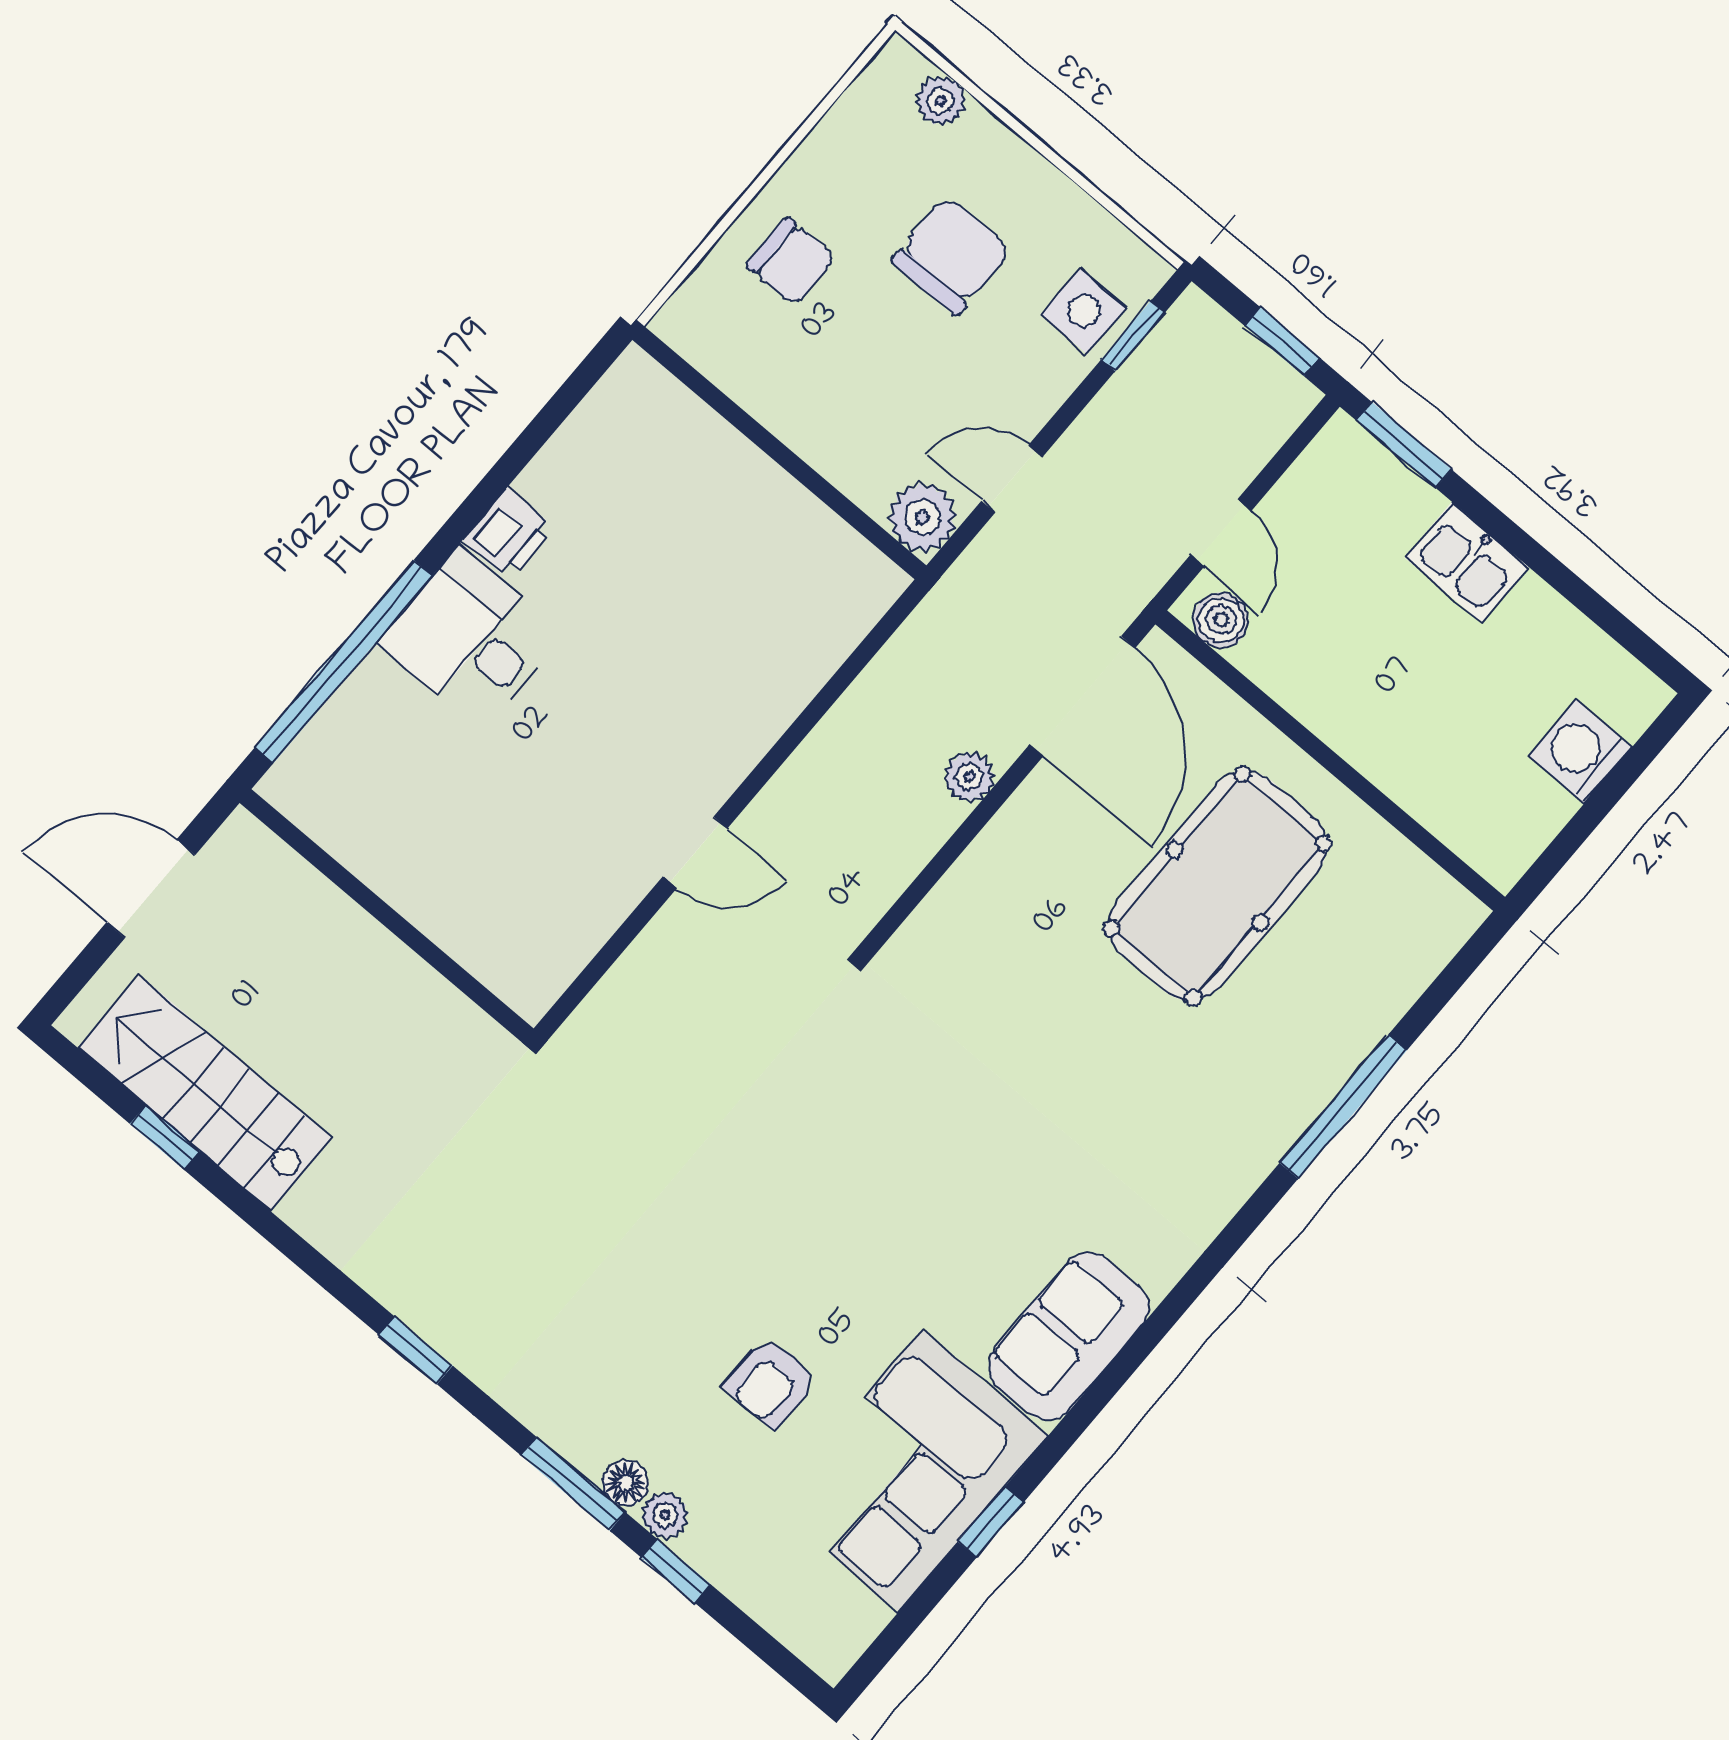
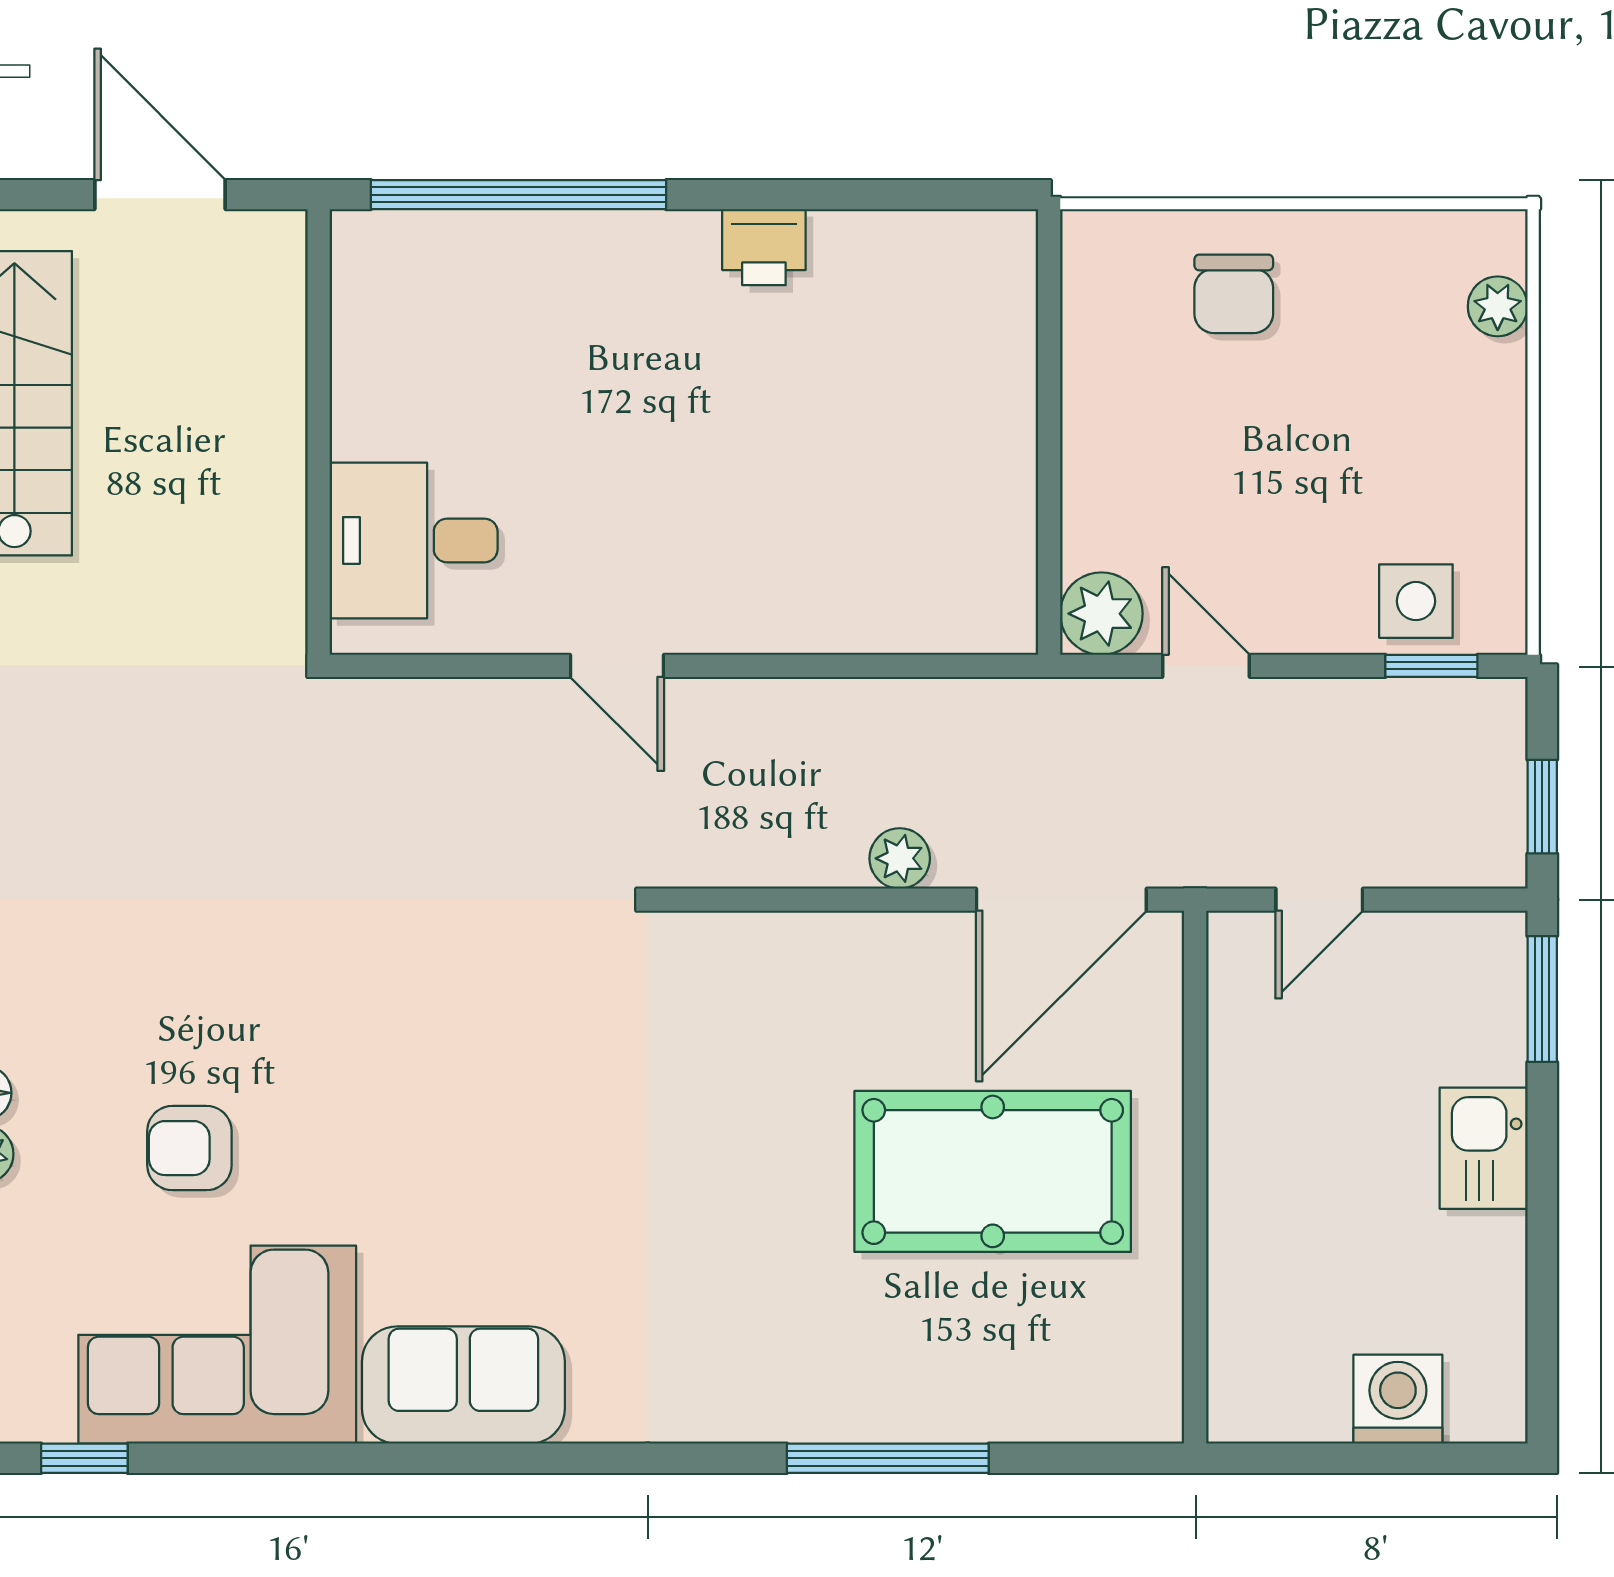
chair: (951, 255) -> (1364, 436), removed
boiler: (1221, 620) -> (1239, 967), removed
desk: (471, 638) -> (414, 540), moved, turned -90
window: (991, 1522) -> (84, 1458), moved

